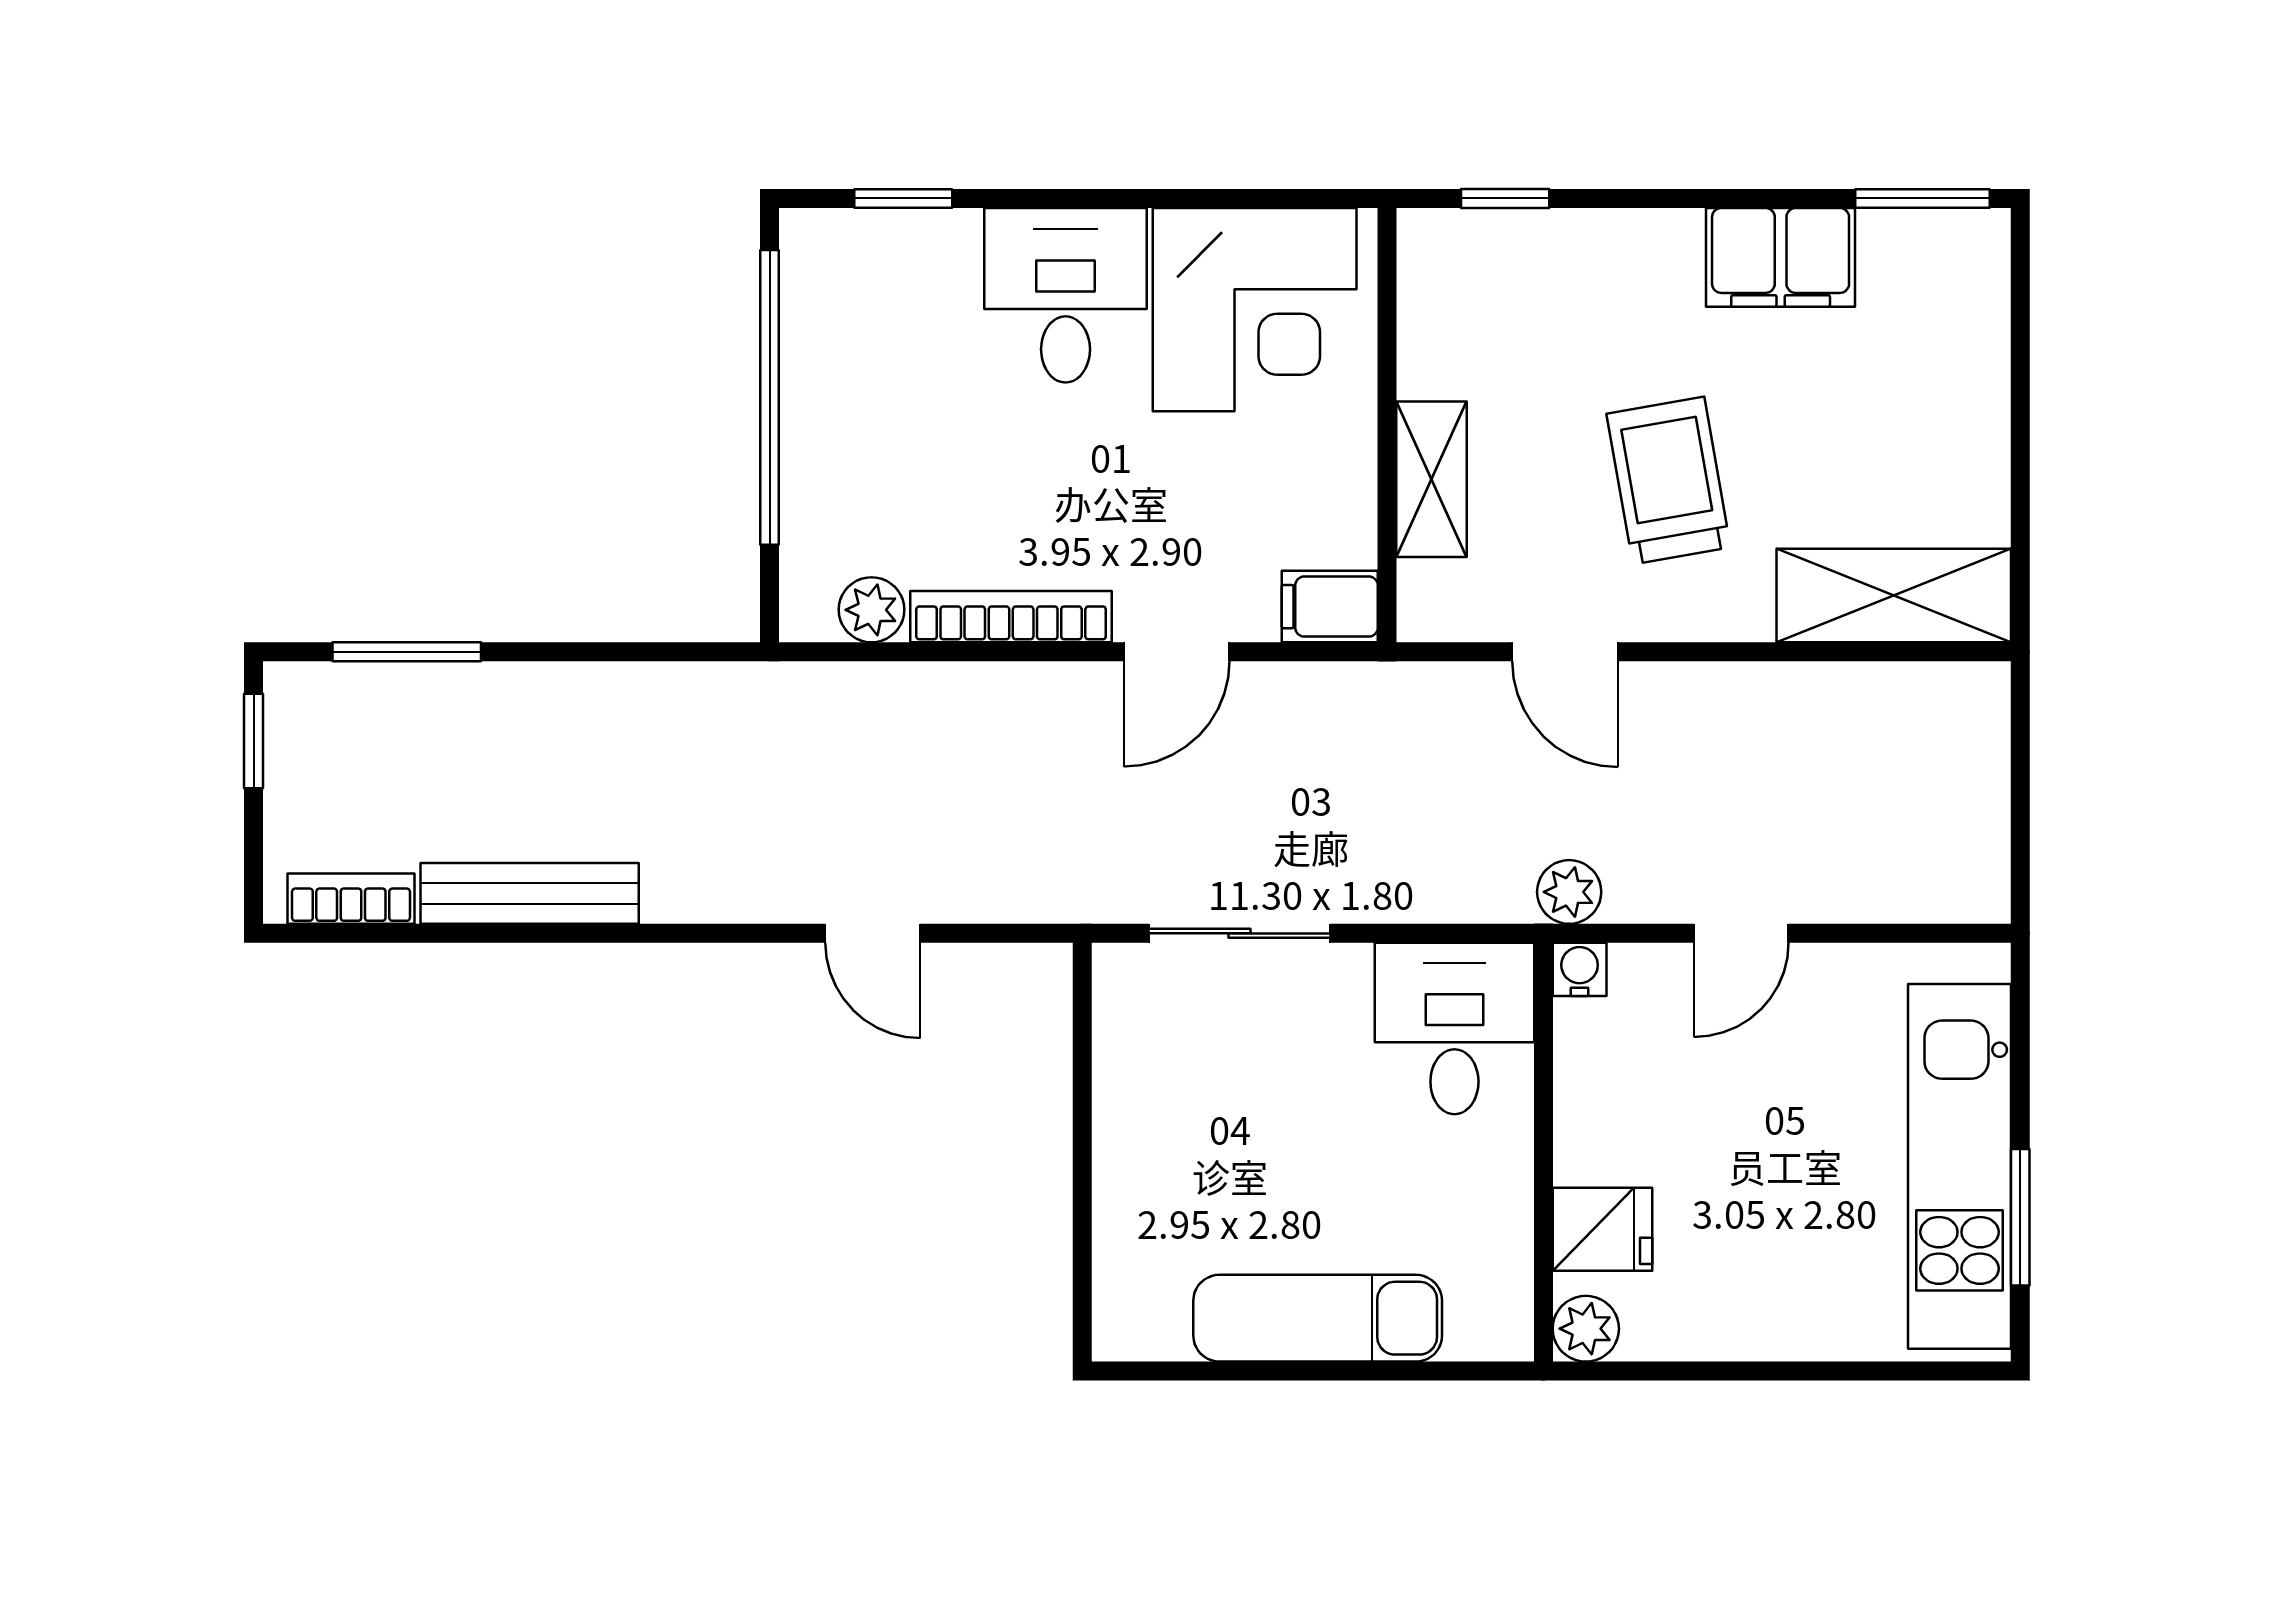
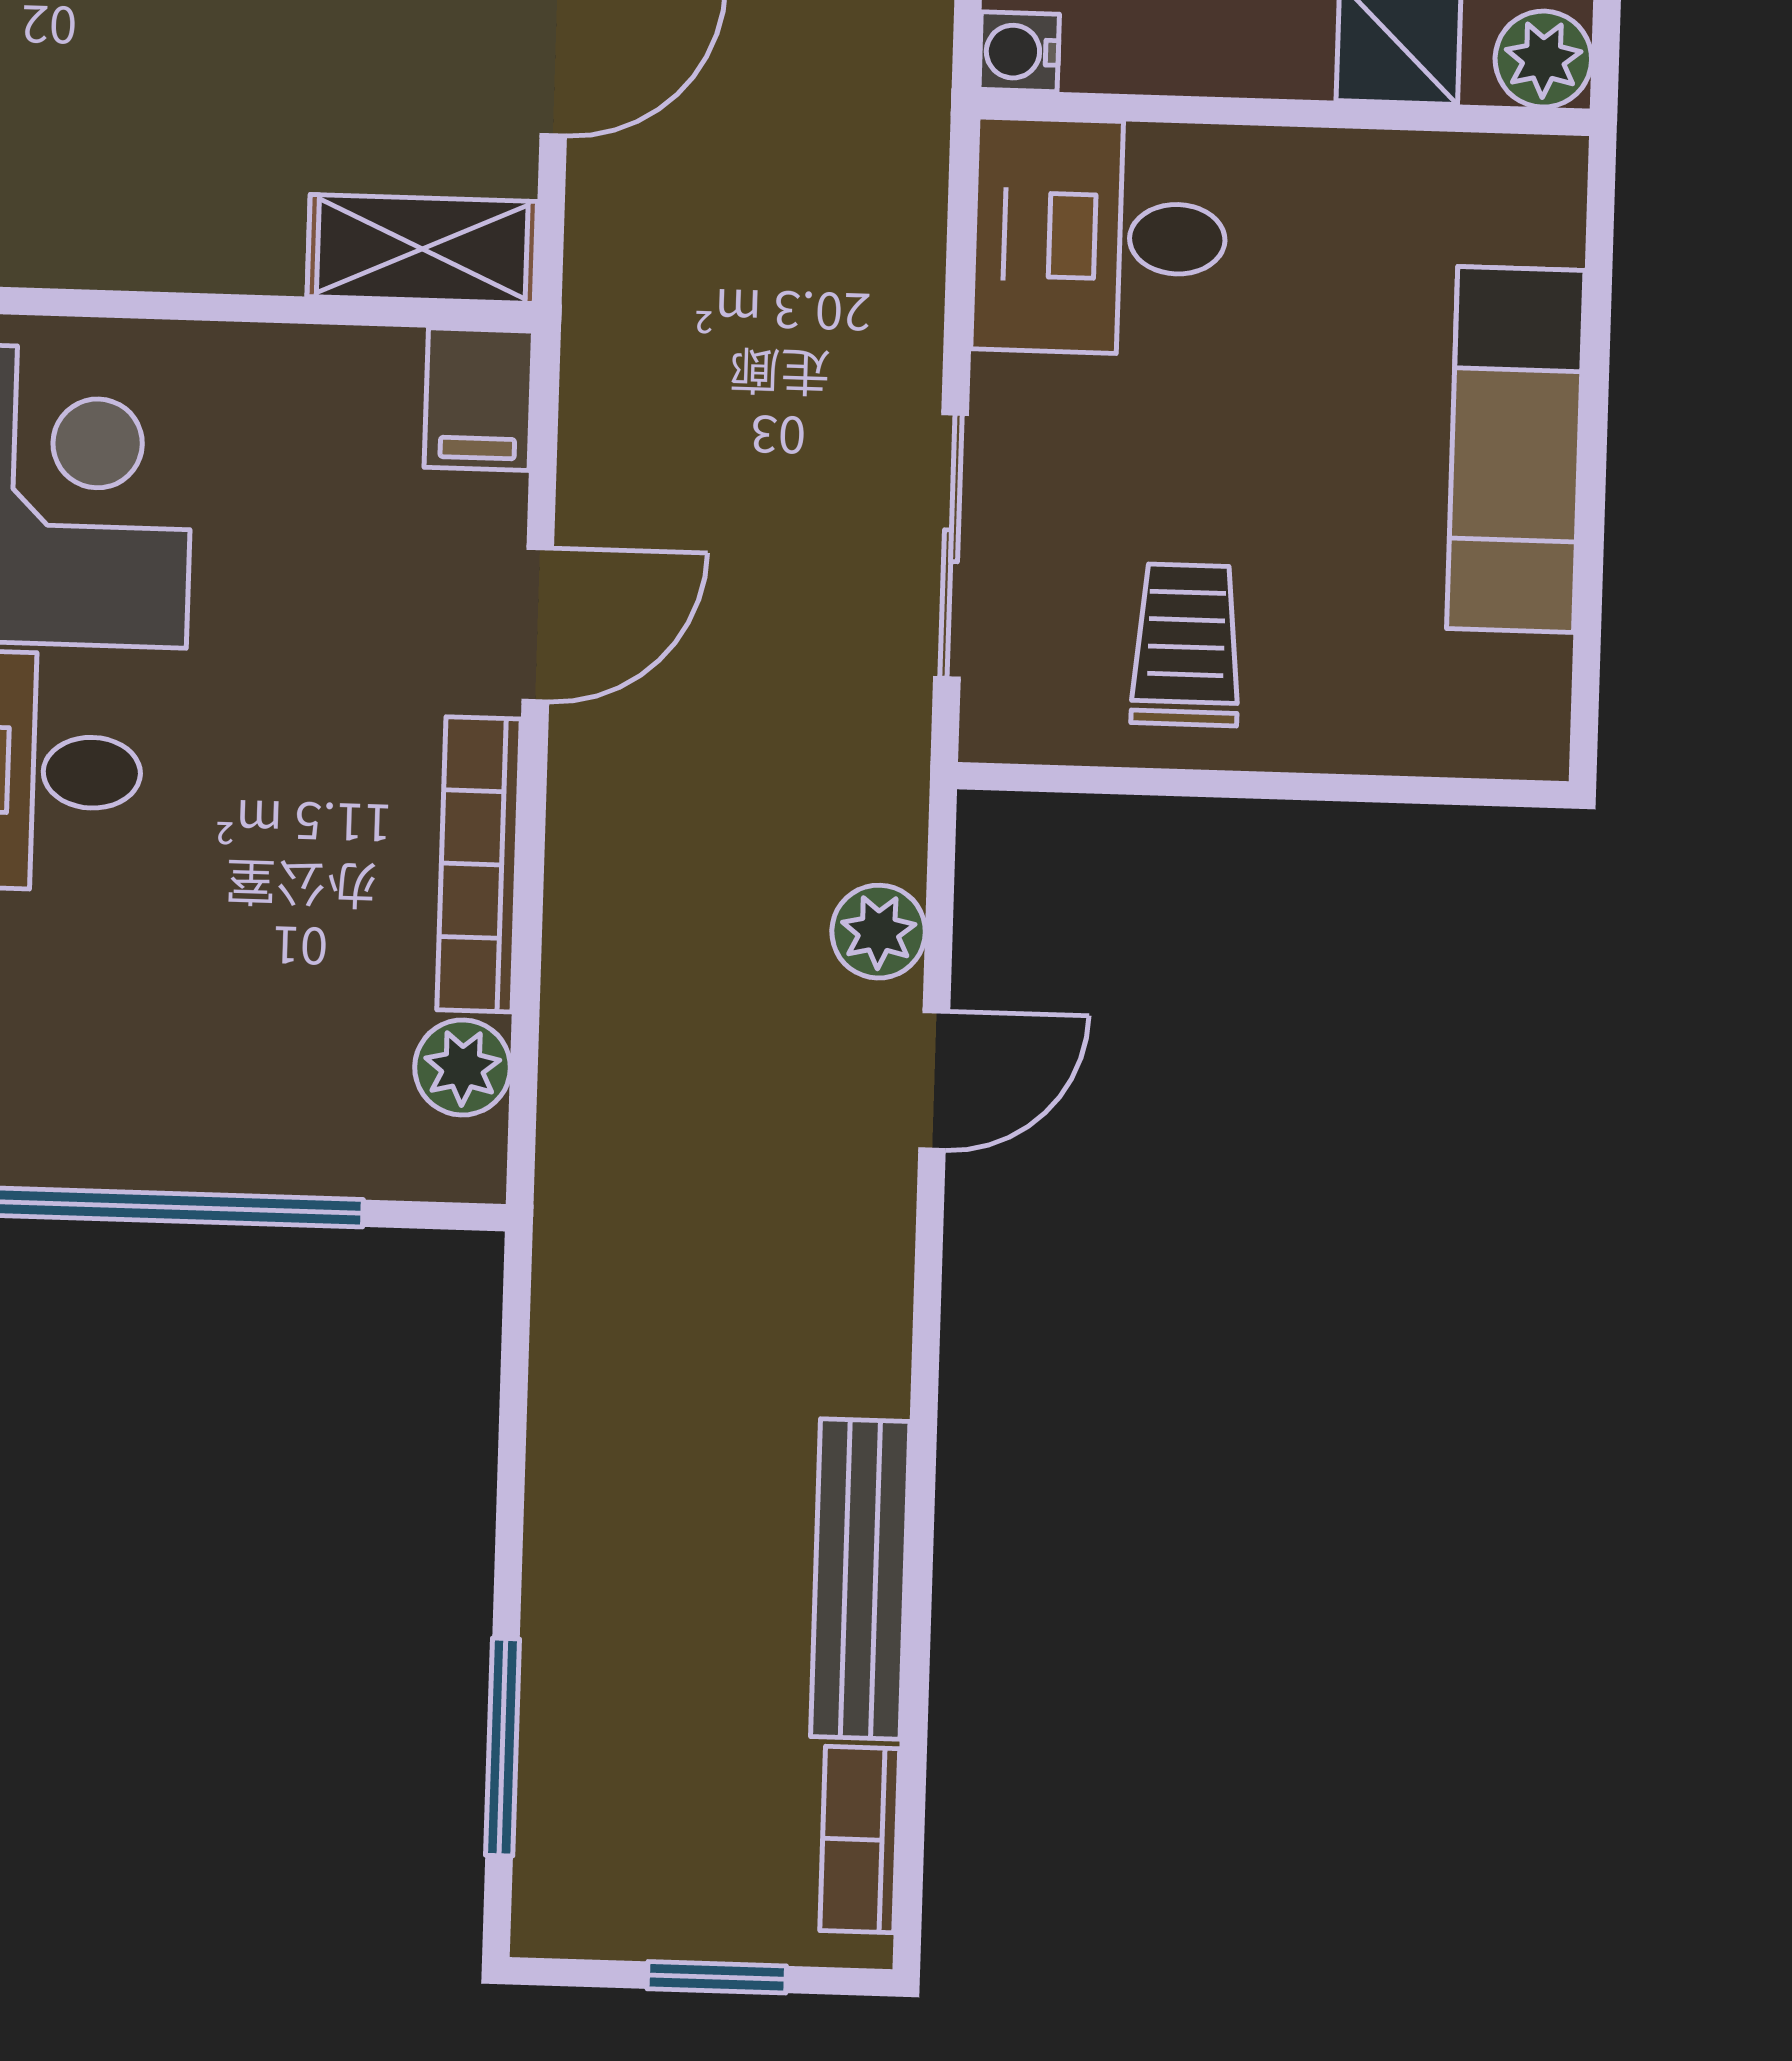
shelving: (1432, 479) -> (422, 249), moved
door: (1177, 652) -> (538, 625), hinge flipped
window: (254, 741) -> (717, 1977), moved
plant: (1569, 892) -> (879, 932), moved
trolley: (1177, 1097) -> (1186, 645), added

